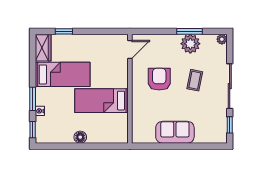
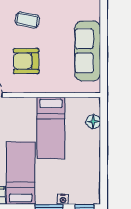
sofa: (175, 132) -> (88, 51), width x1.36
floor lamp: (80, 137) -> (93, 122), moved

